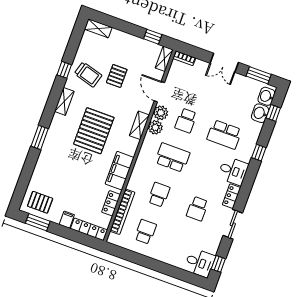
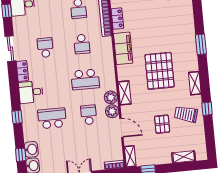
shelving: (98, 28) -> (184, 157), moved

